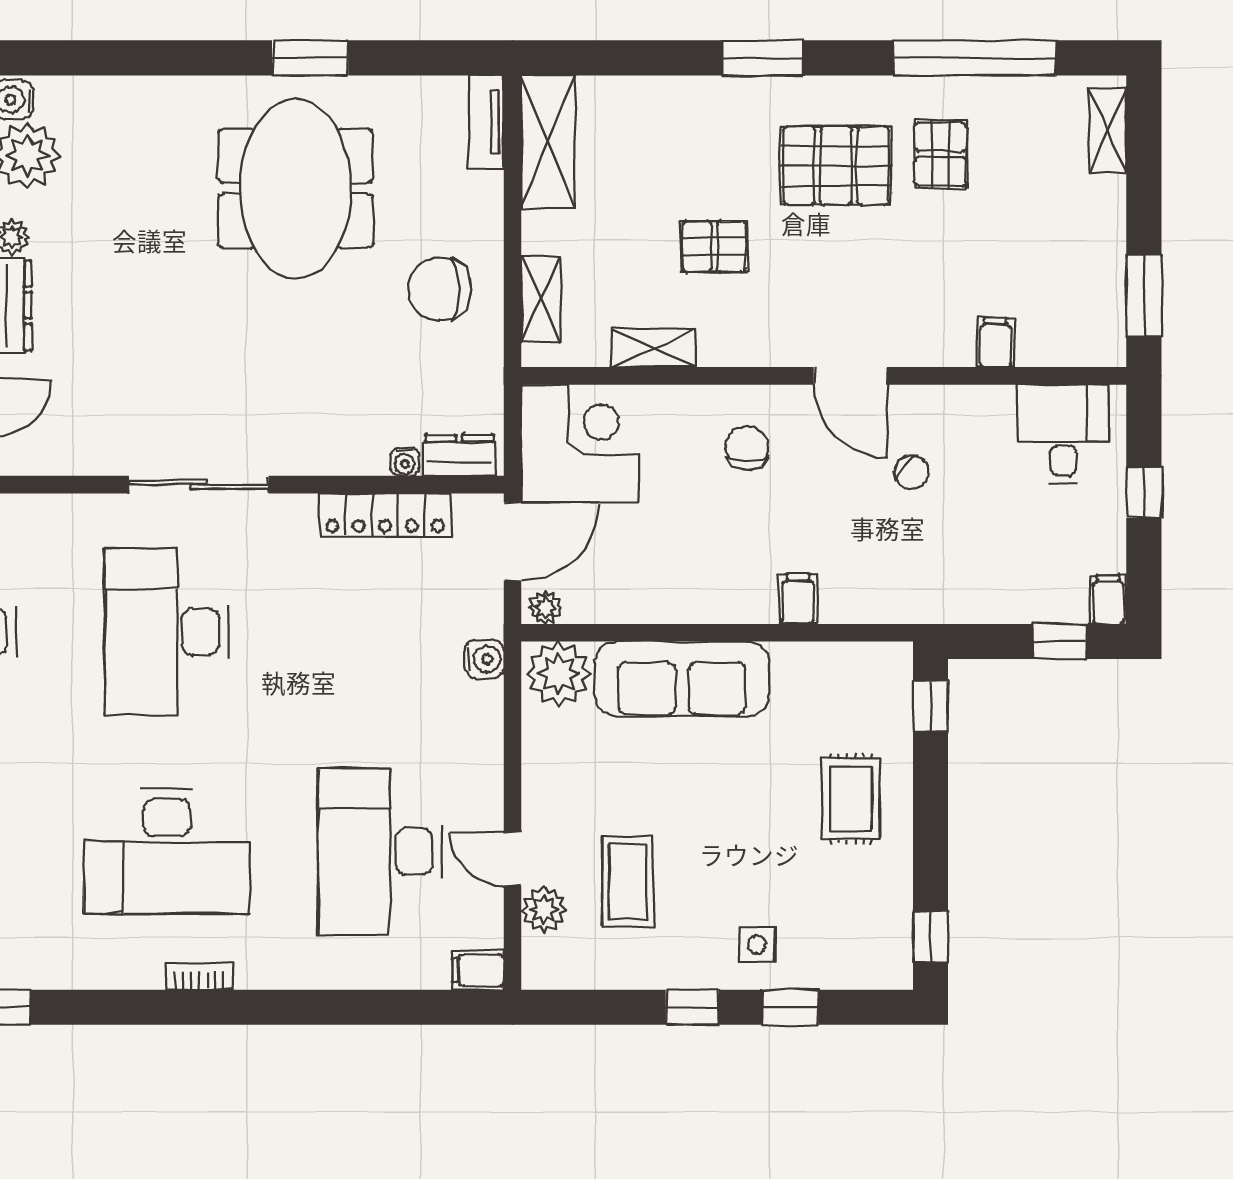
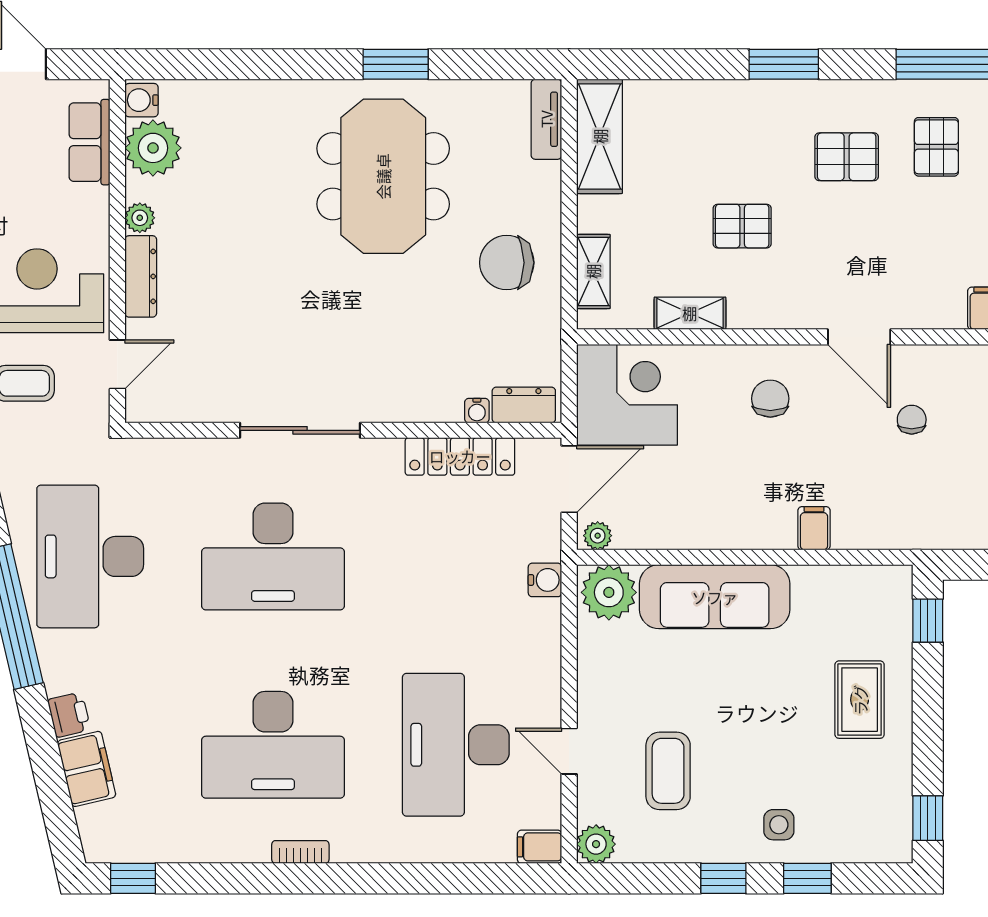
pallet: (836, 166) -> (847, 157), width x0.67, depth x0.71
chair: (912, 472) -> (912, 420), turned -132
desk: (167, 632) -> (273, 556), turned -90
plant: (544, 910) -> (596, 844), moved

